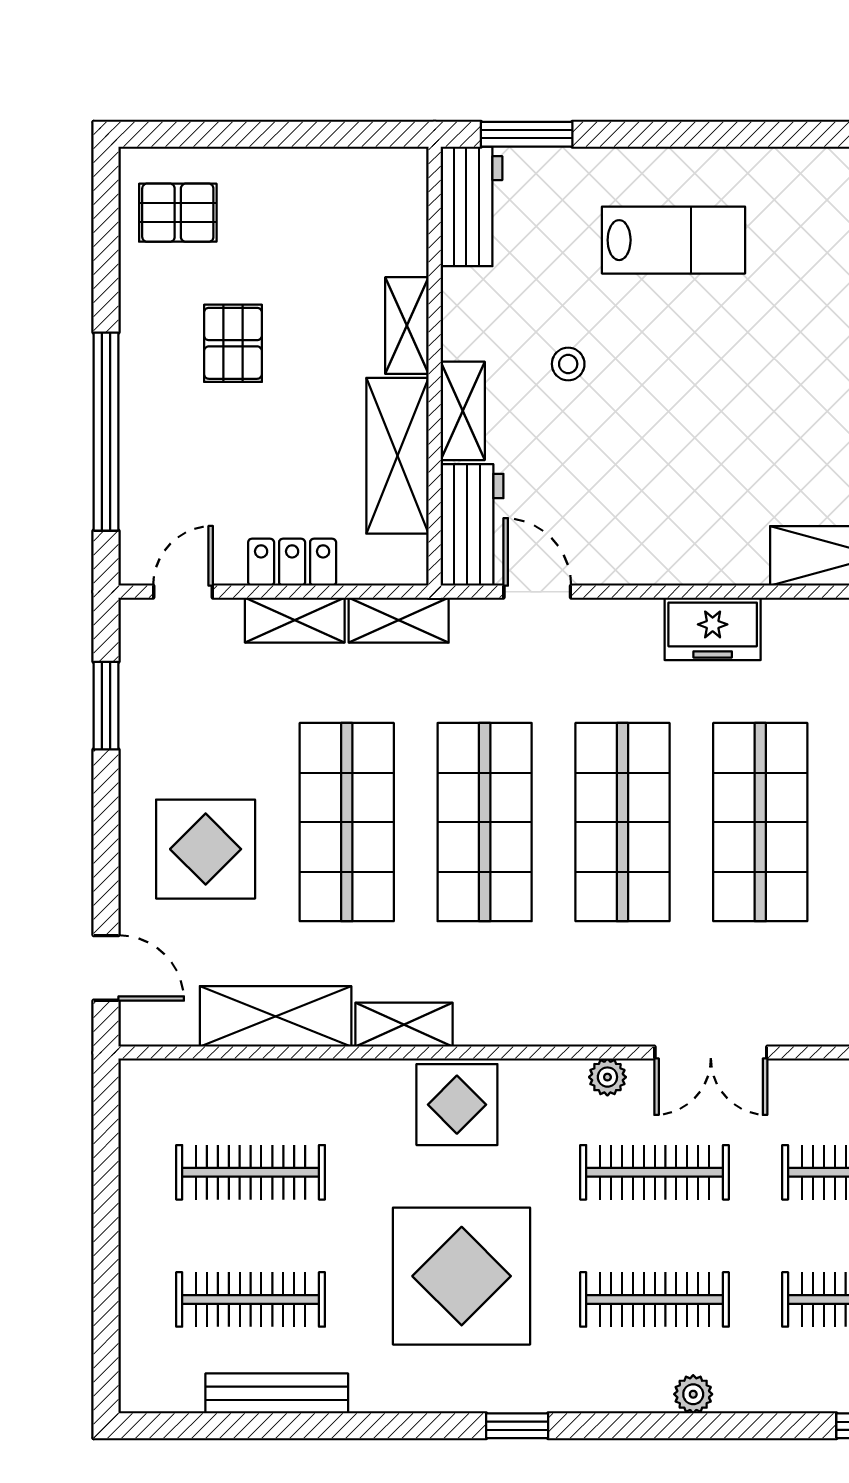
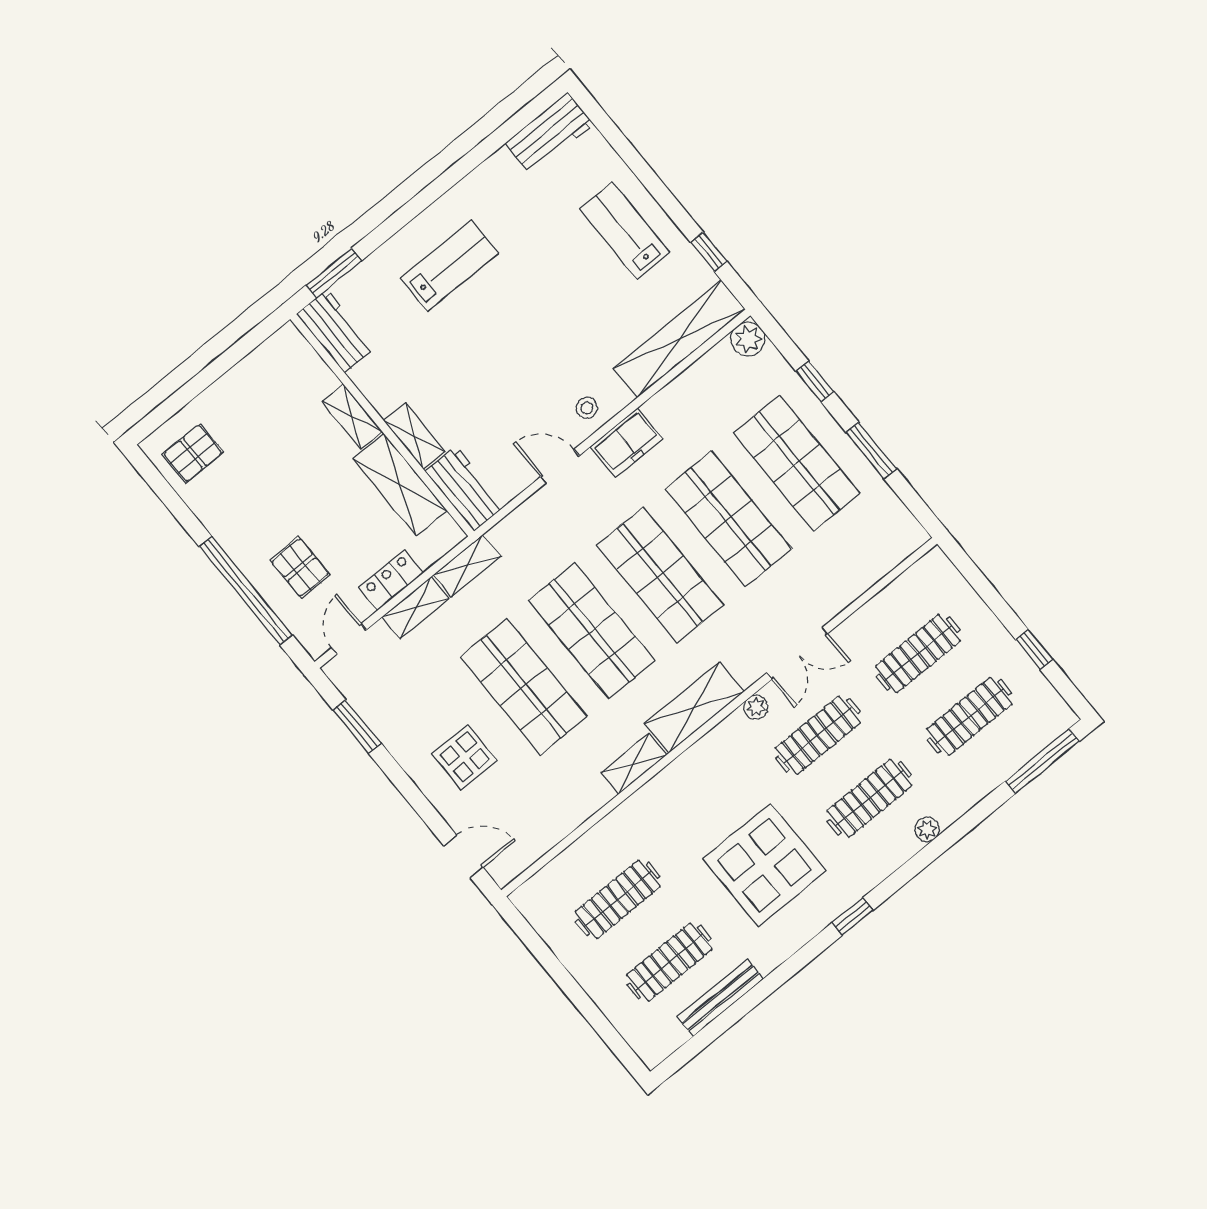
pallet: (233, 343) -> (300, 568), moved
stool: (568, 364) -> (587, 408), moved
door: (537, 592) -> (560, 466), moved
display table: (206, 849) -> (464, 757), width x0.73, depth x0.73
shelving: (276, 1016) -> (694, 708), moved
display table: (457, 1105) -> (693, 782), removed

